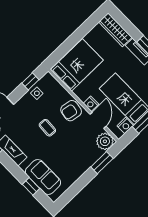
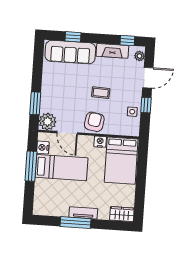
wardrobe: (115, 30) -> (122, 214), width x0.67
window: (30, 81) -> (146, 105), moved
nightstand: (91, 104) -> (100, 142), moved
sofa: (43, 177) -> (70, 52), width x1.36

